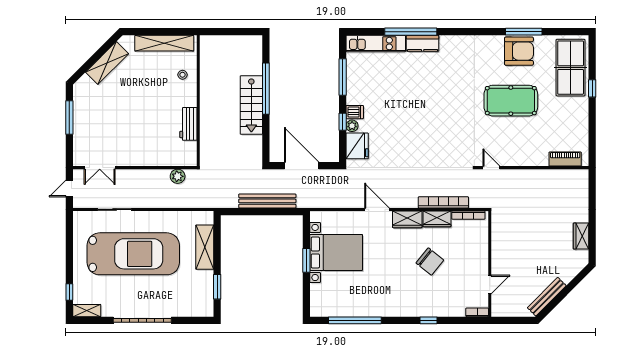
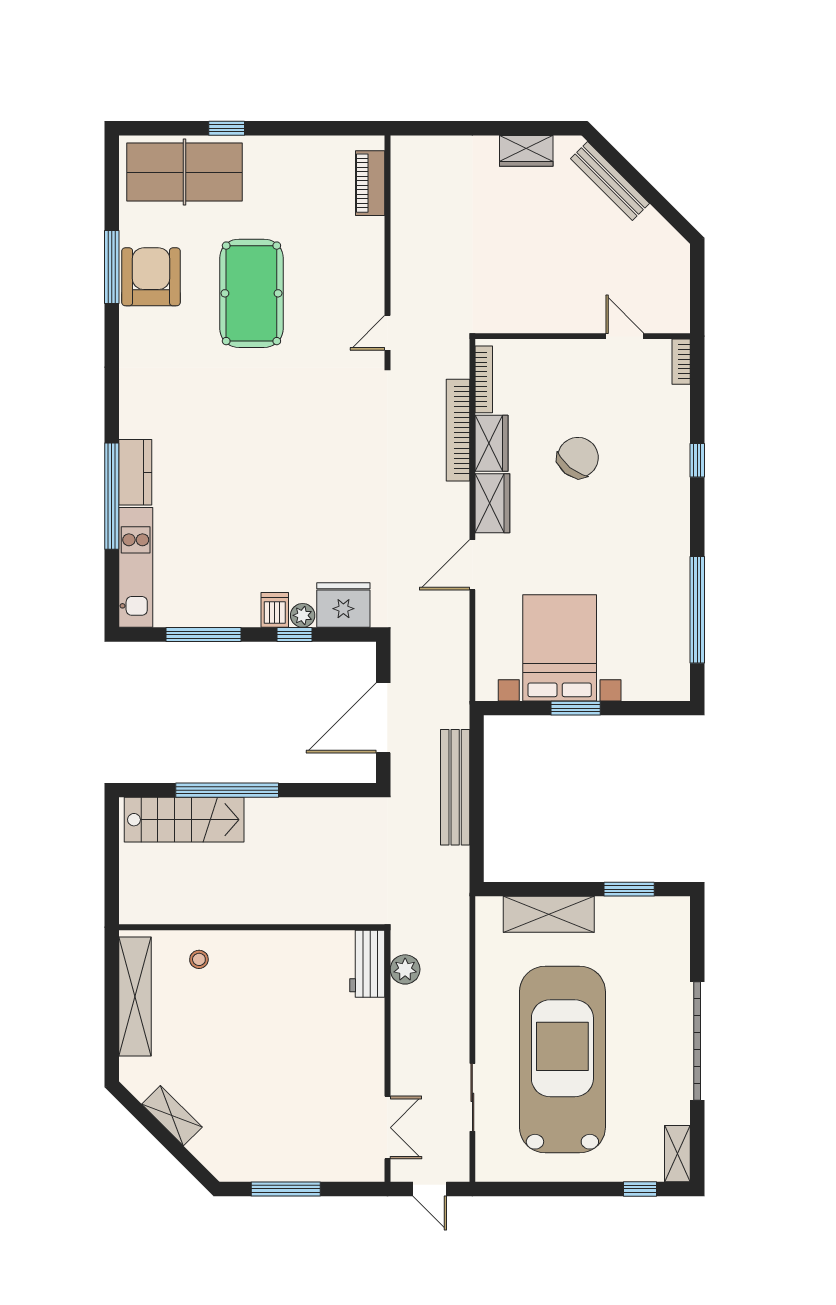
shelving: (107, 63) -> (172, 1116), width x0.67, depth x0.75
stairs: (251, 105) -> (184, 820), moved
workbench: (188, 124) -> (367, 964), moved, turned 90
bench: (547, 297) -> (610, 181), moved

